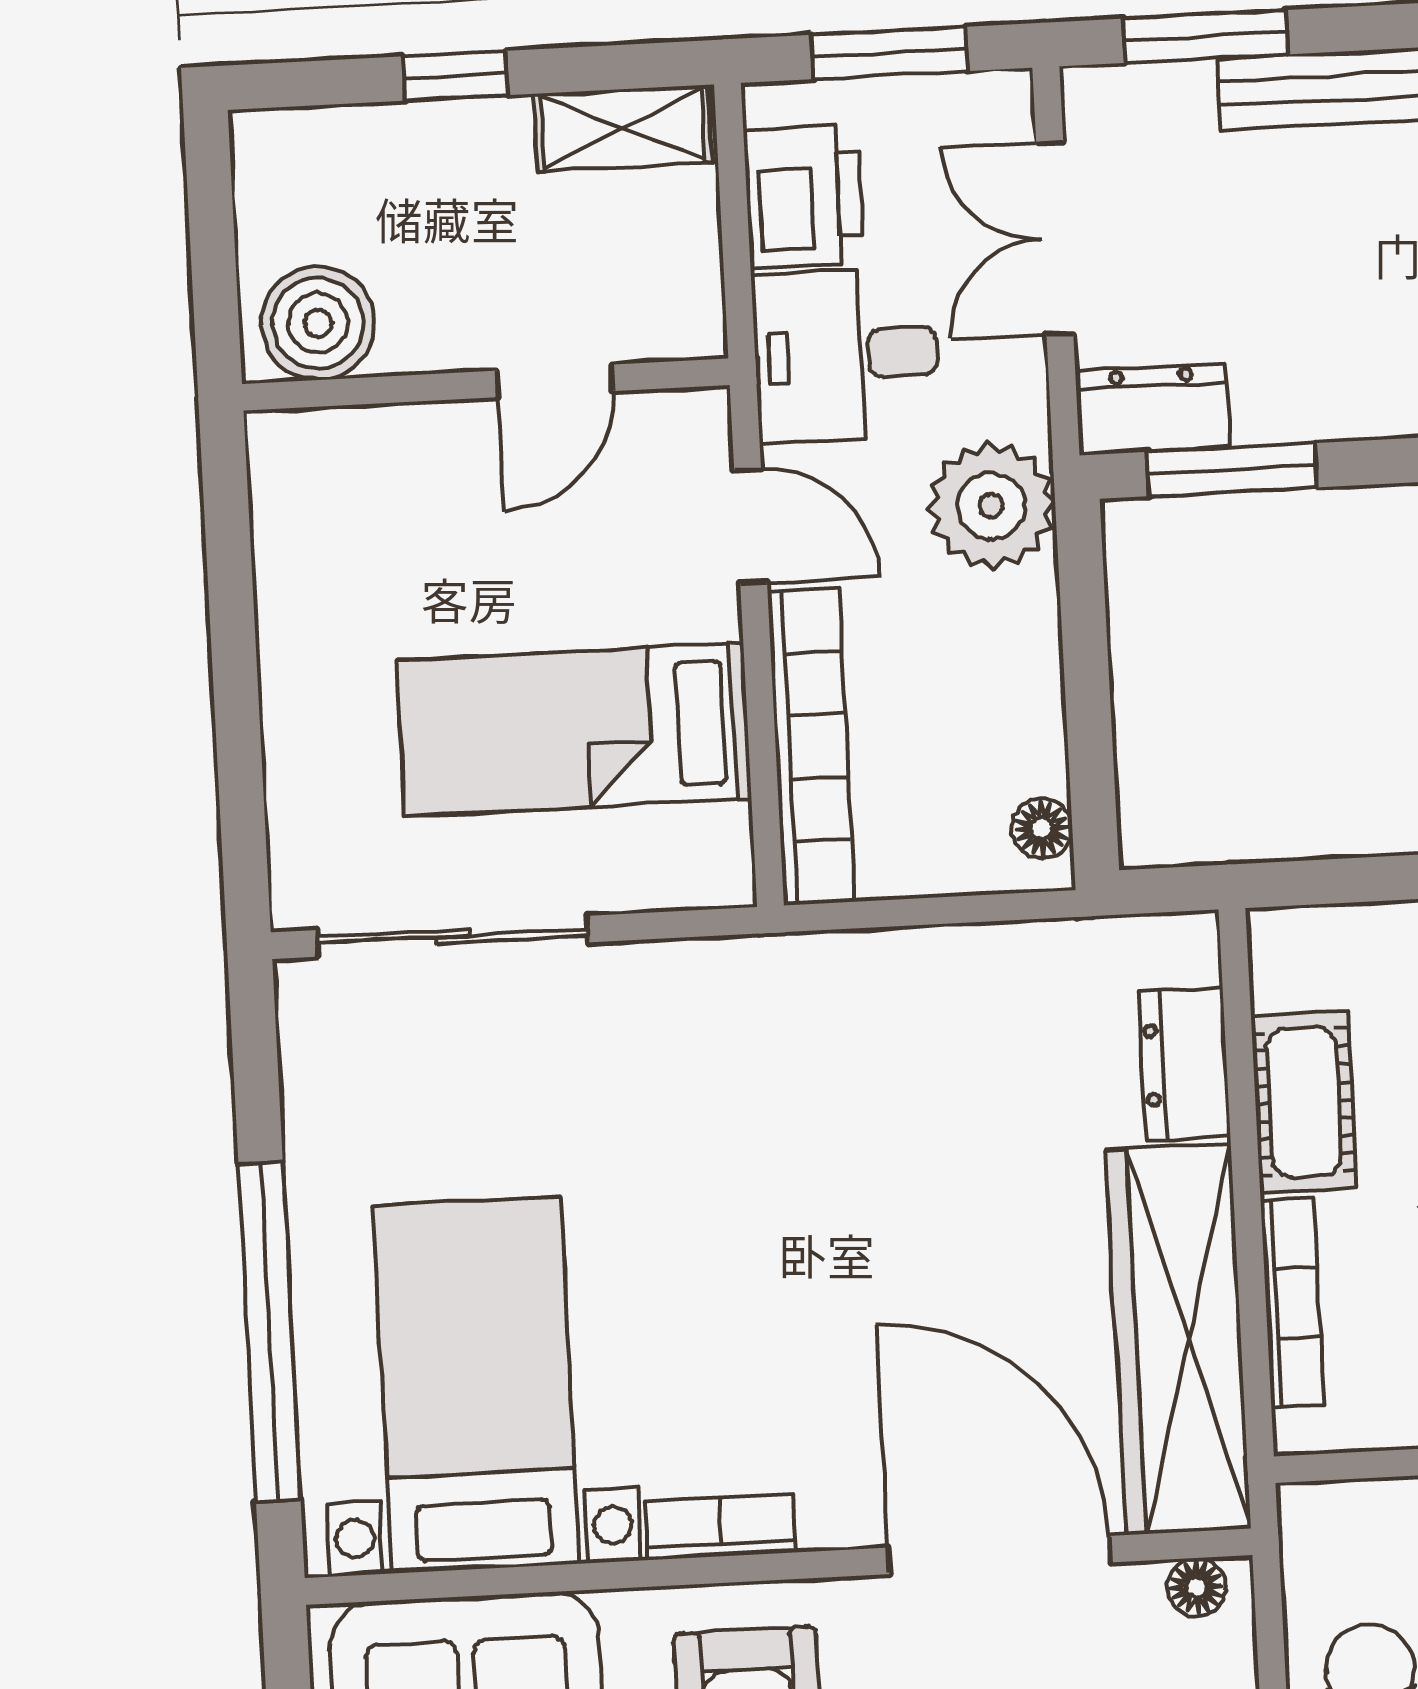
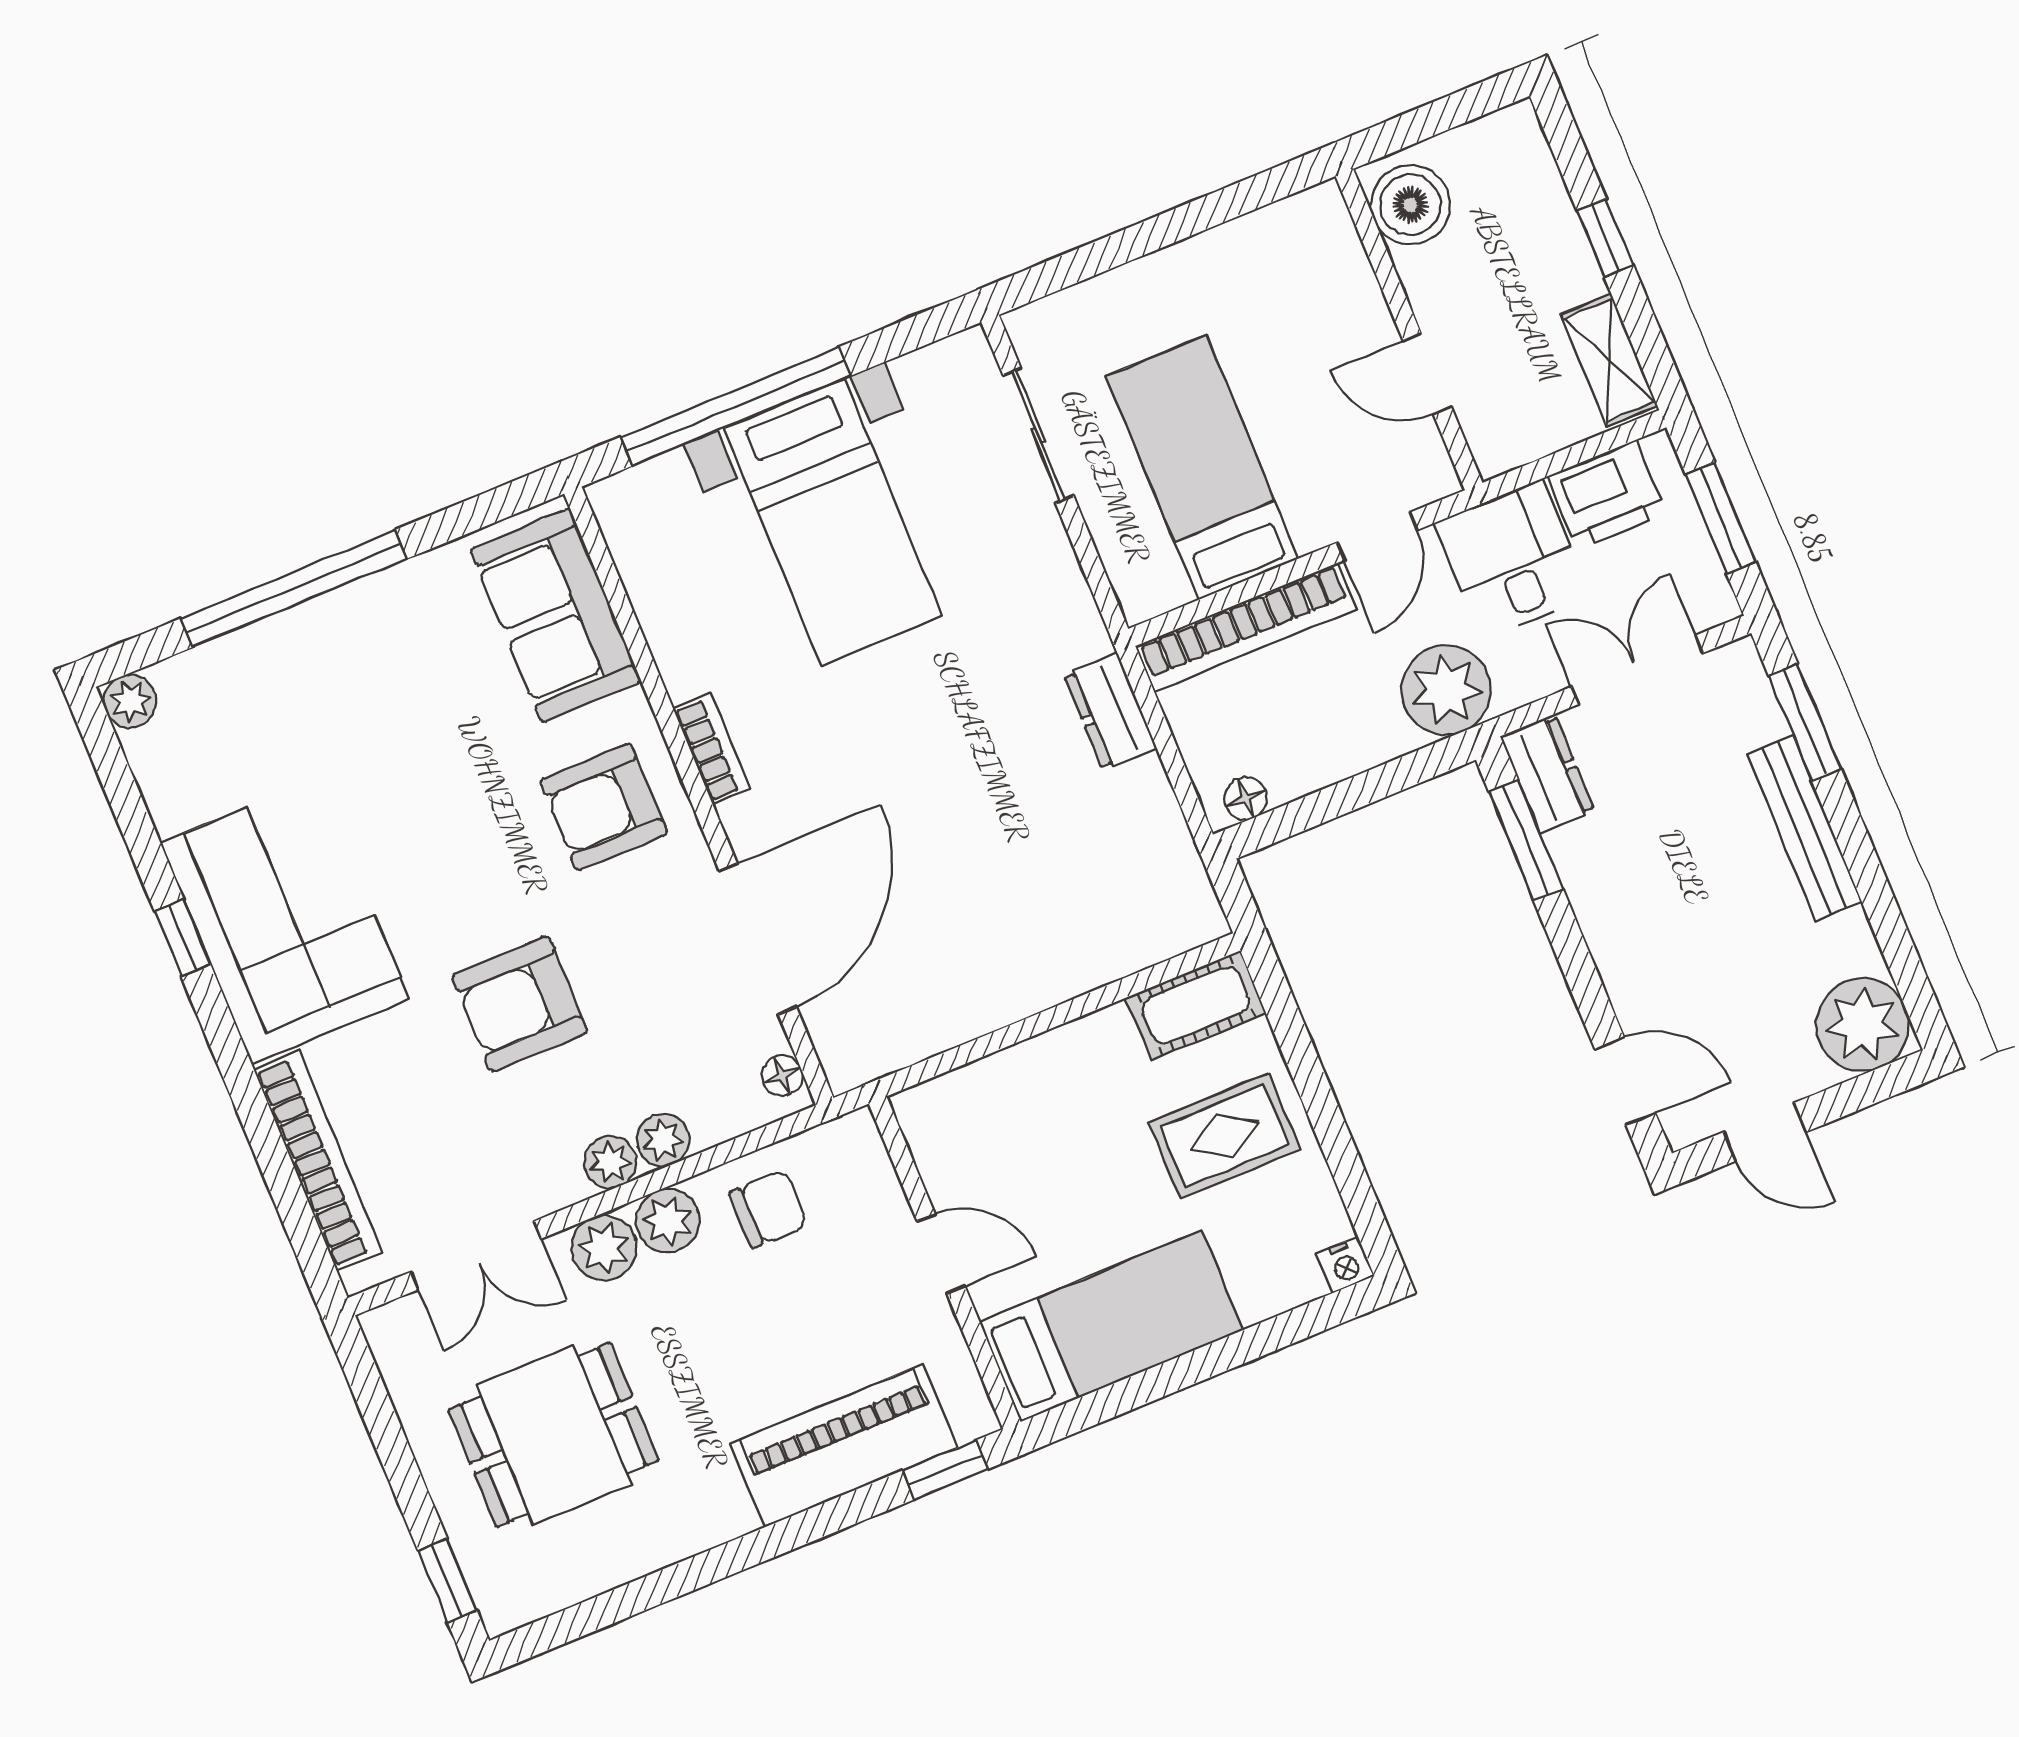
sliding door: (453, 936) -> (1038, 435), width x0.73
dresser: (1185, 1064) -> (1110, 711), moved, turned -90
cot: (1304, 1102) -> (1196, 1005), moved
bookcase: (1292, 1303) -> (992, 1073), removed
wardrobe: (1179, 1339) -> (941, 1006), removed
bed with nightstands: (476, 1385) -> (833, 522), moved, turned 90

